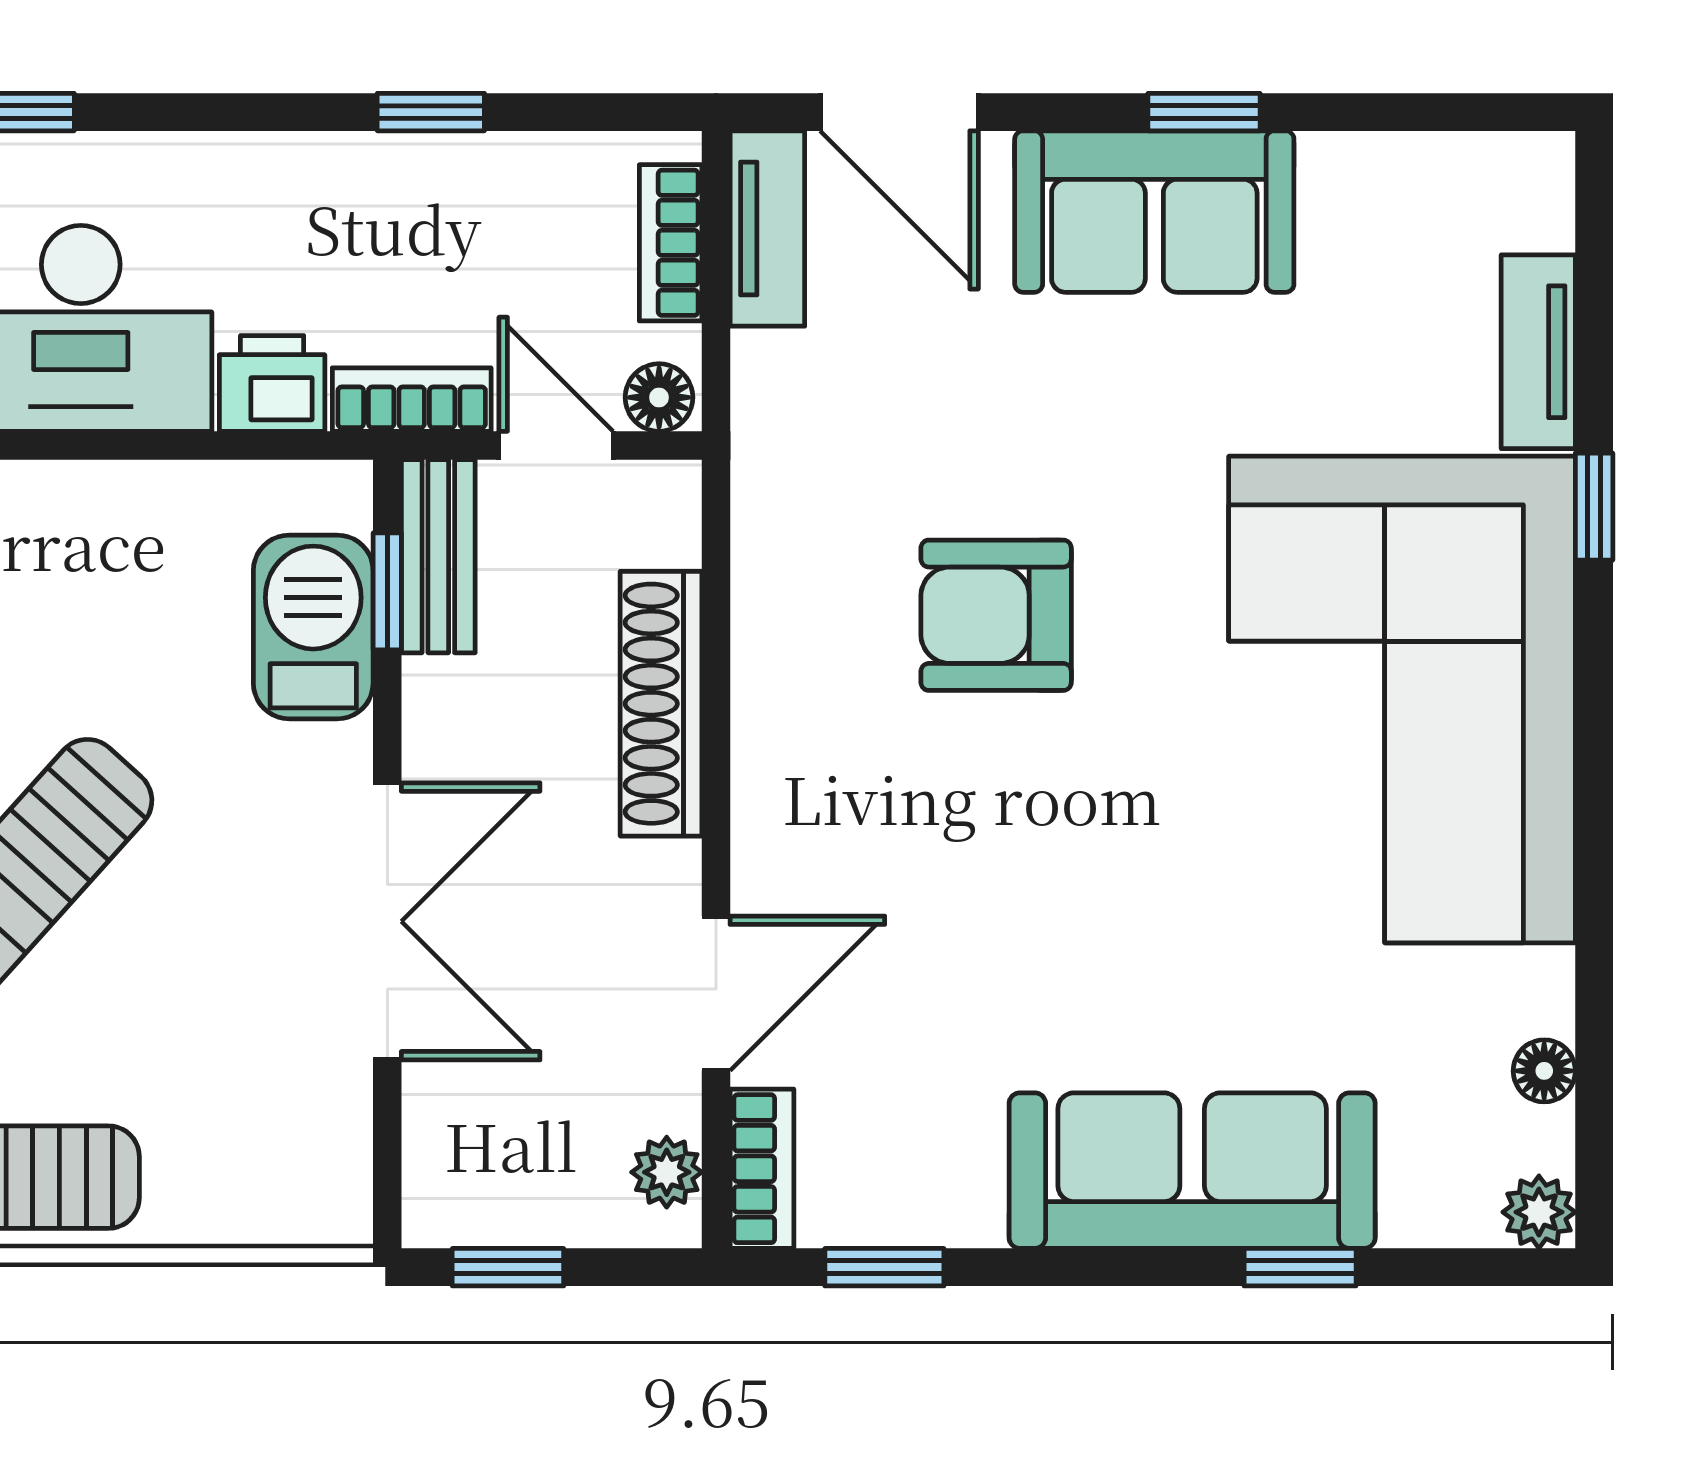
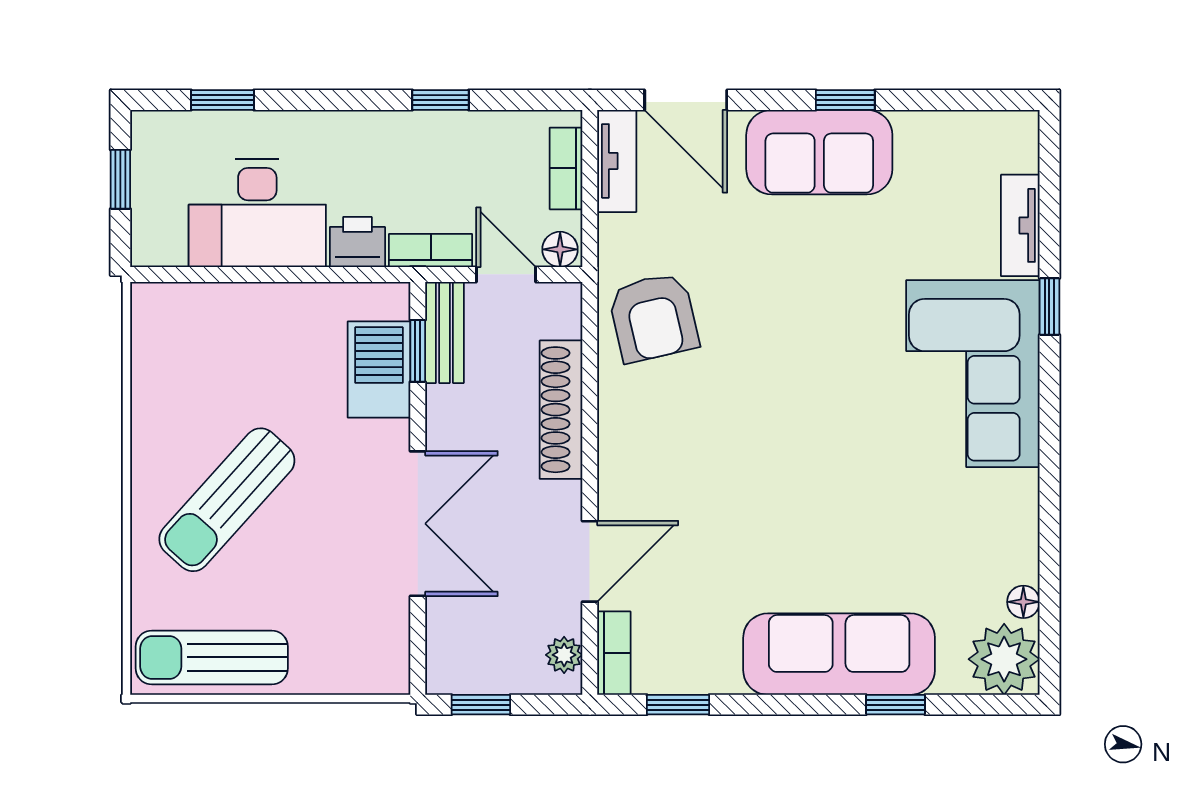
armchair: (996, 615) -> (653, 317), moved, turned -103
corner sofa: (1402, 700) -> (973, 374), width x0.73, depth x0.74
plant: (1539, 1212) -> (1004, 659), width x1.87, depth x1.87

